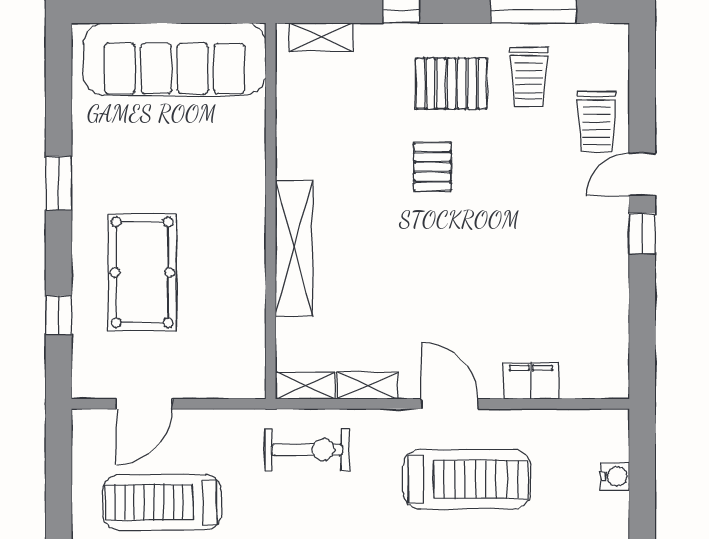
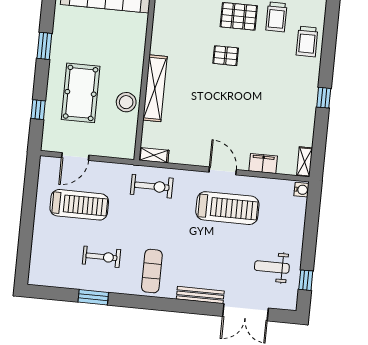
pallet: (432, 167) -> (226, 56), turned 90
door: (642, 174) -> (326, 69), removed
stool: (238, 282) -> (126, 102), added
shelving: (368, 386) -> (305, 162), moved, turned 90
water cooler: (615, 476) -> (302, 190), moved
treadmill: (162, 502) -> (79, 205), turned 180

